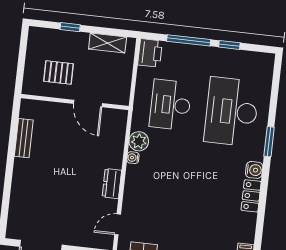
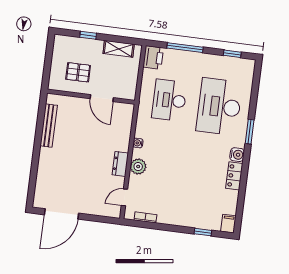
window: (229, 45) -> (232, 54), moved
bench: (24, 138) -> (49, 126), width x1.36
plant: (139, 141) -> (138, 167), moved

